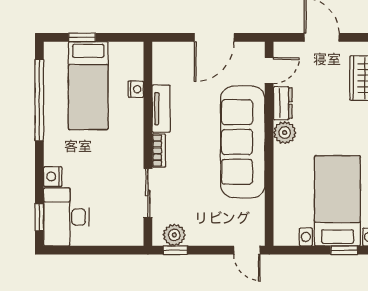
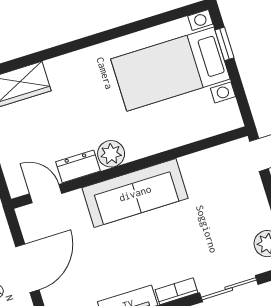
door: (214, 37) -> (27, 268), hinge flipped
sofa: (243, 142) -> (135, 193), width x0.74, depth x0.79

